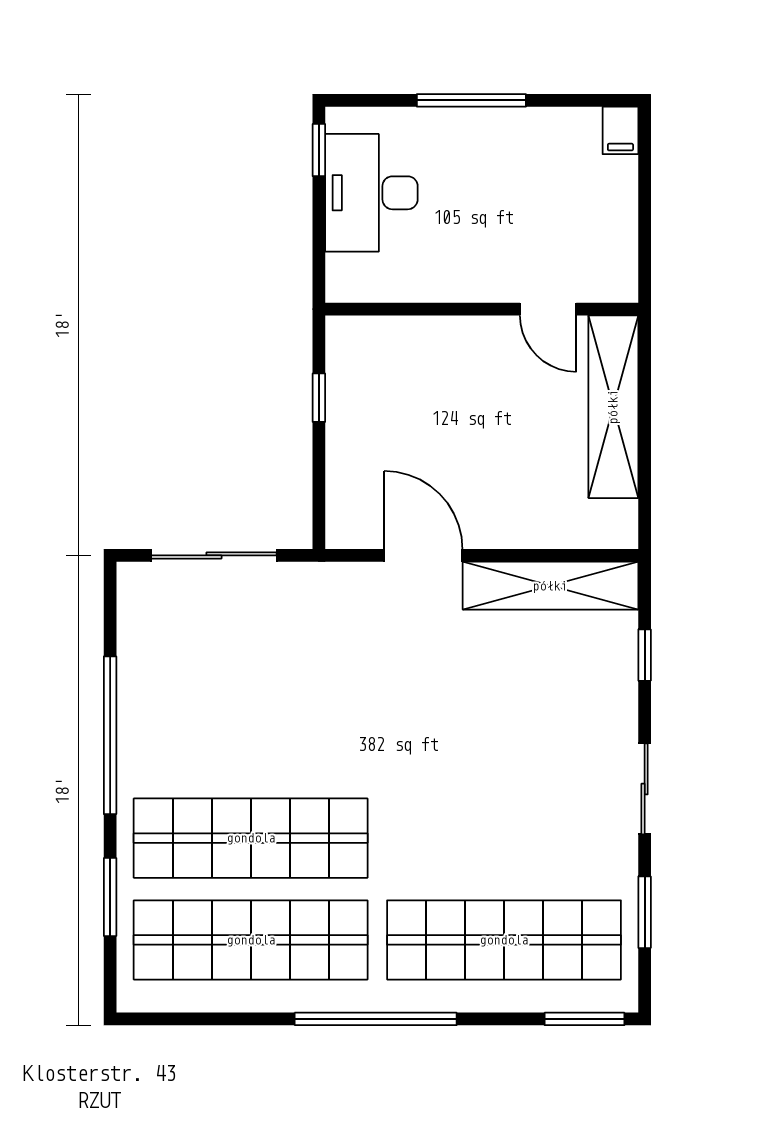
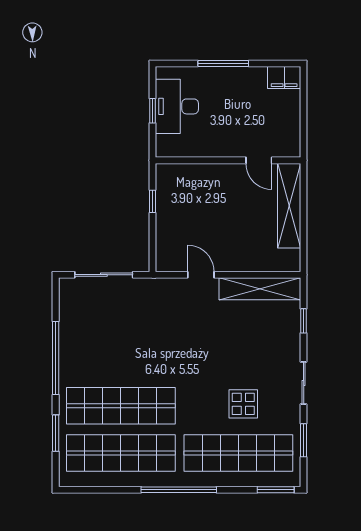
filing cabinet: (620, 130) -> (284, 77), width x2.00
window: (319, 150) -> (152, 111), moved
door: (423, 555) -> (201, 275), width x0.73
display table: (515, 834) -> (243, 404), added

